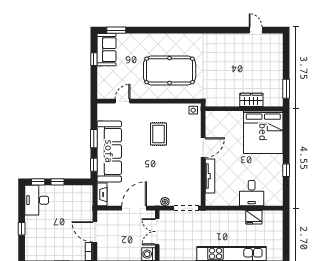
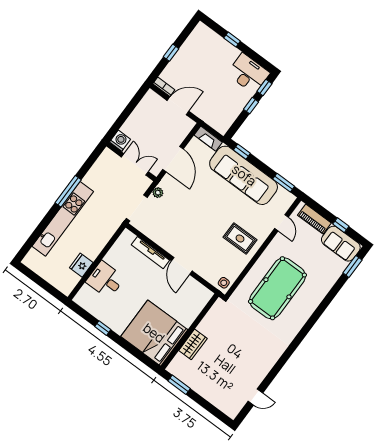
piano: (103, 80) -> (314, 219), added
rug: (158, 134) -> (240, 239), moved
window: (94, 139) -> (284, 183), moved

